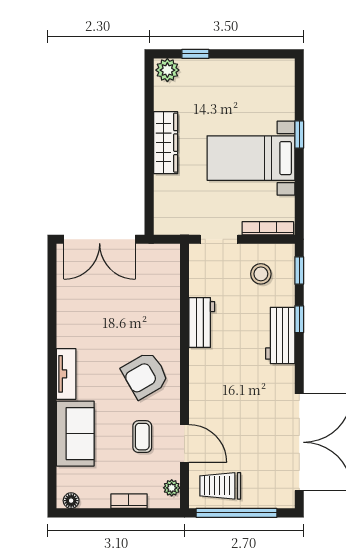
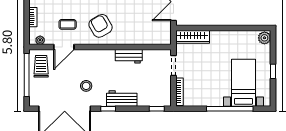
window: (195, 54) -> (273, 71), moved
window: (299, 135) -> (230, 109), width x3.17
wardrobe: (166, 143) -> (193, 37), moved
bed with nightstands: (251, 158) -> (243, 83), moved
stool: (261, 274) -> (86, 86), moved
window: (299, 319) -> (108, 109), moved

